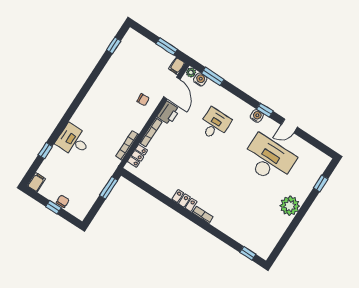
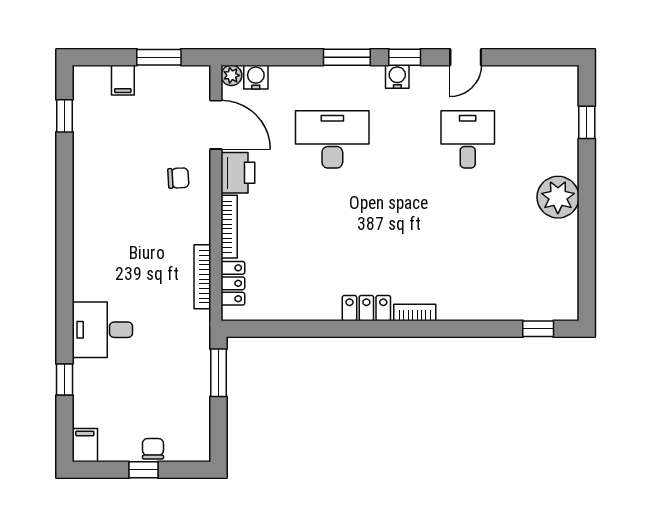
filing cabinet: (177, 66) -> (123, 80), moved
window: (213, 76) -> (347, 57), moved
desk: (215, 124) -> (332, 139), width x1.37
desk: (269, 159) -> (468, 139), width x0.53, depth x0.77

